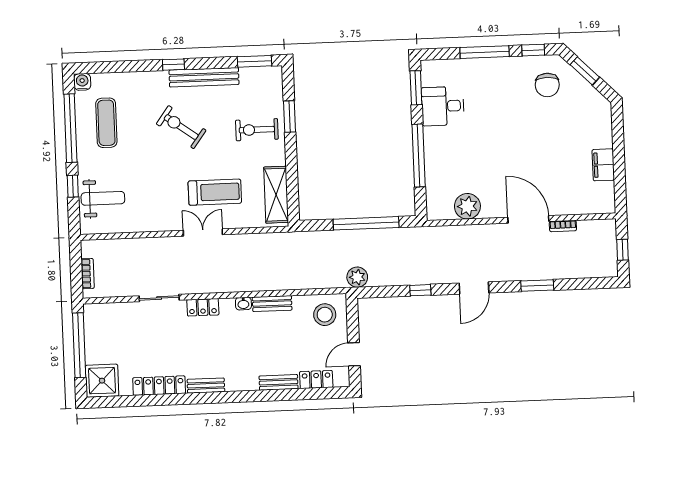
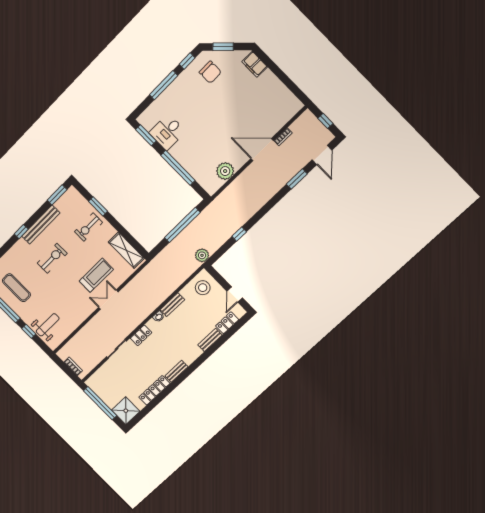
exercise bike: (181, 127) -> (52, 258), turned 144
filing cabinet: (603, 165) -> (255, 64), moved
door: (474, 288) -> (322, 155), moved

